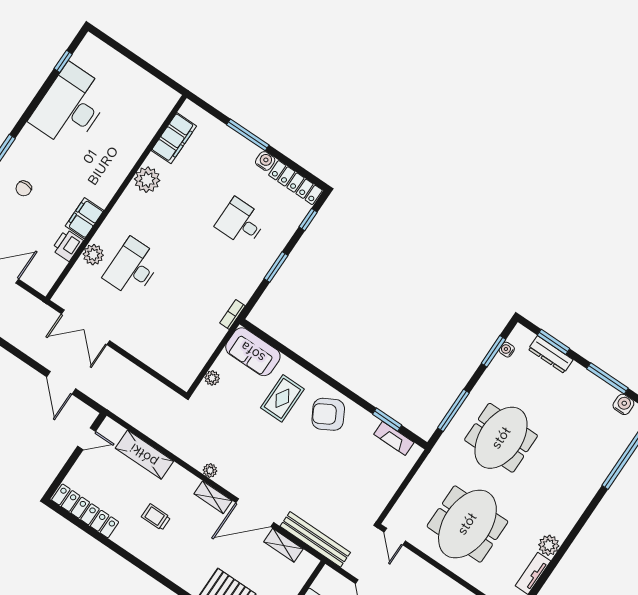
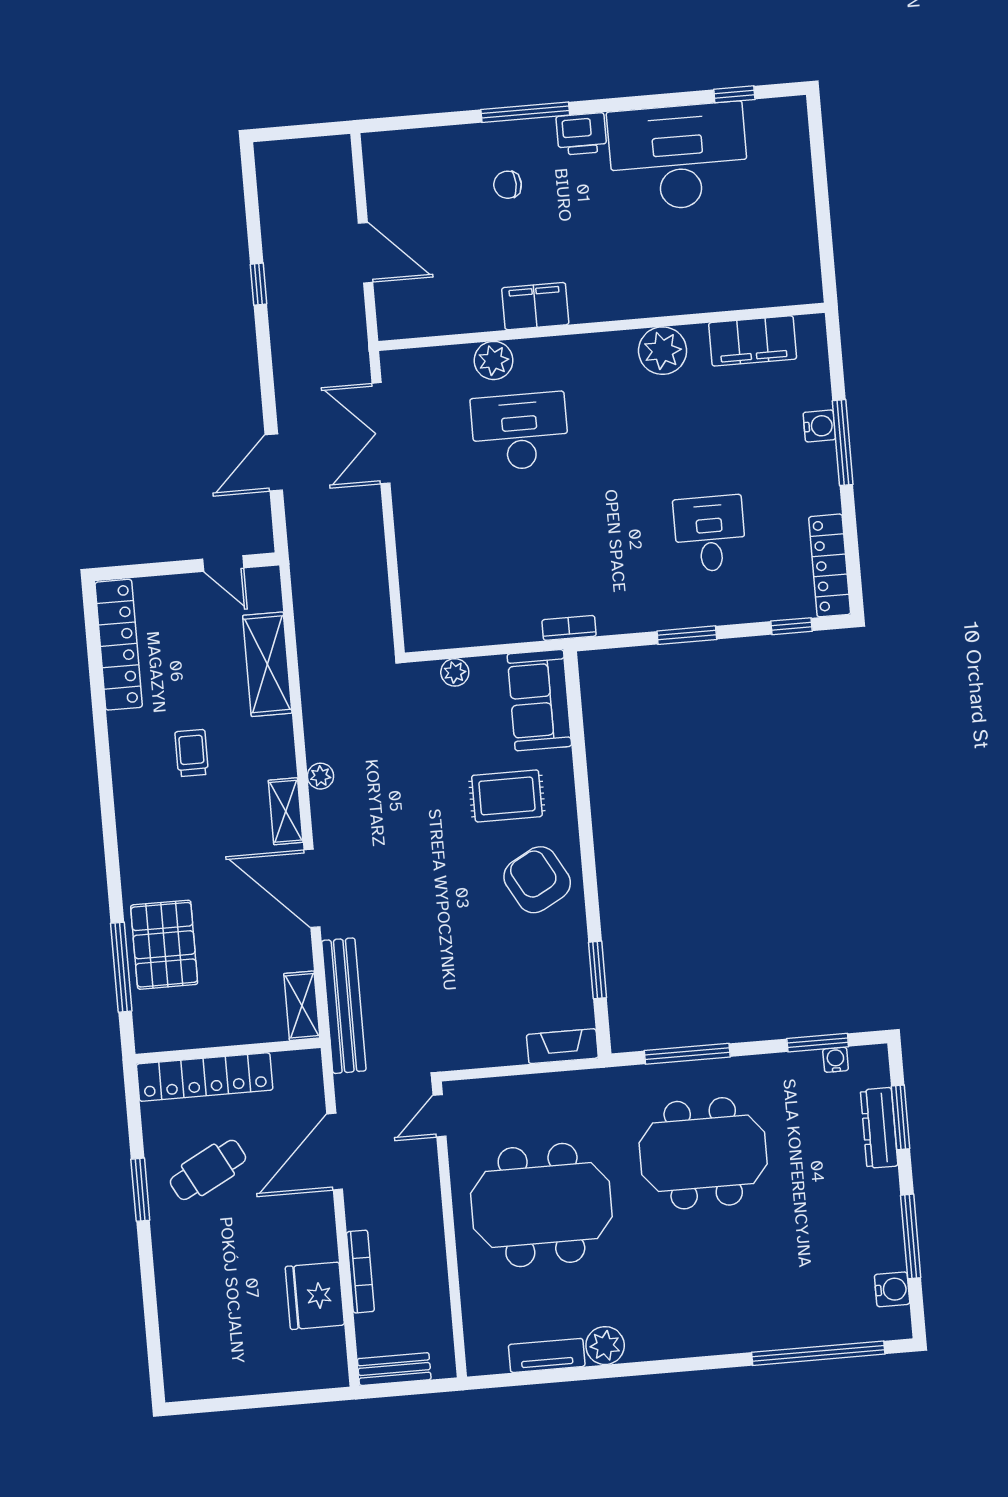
water cooler: (265, 161) -> (819, 426), moved
printer: (67, 245) -> (581, 134), moved, turned 180
fireplace: (394, 438) -> (562, 1046), moved, turned 90
shelving: (283, 545) -> (302, 1006), moved

